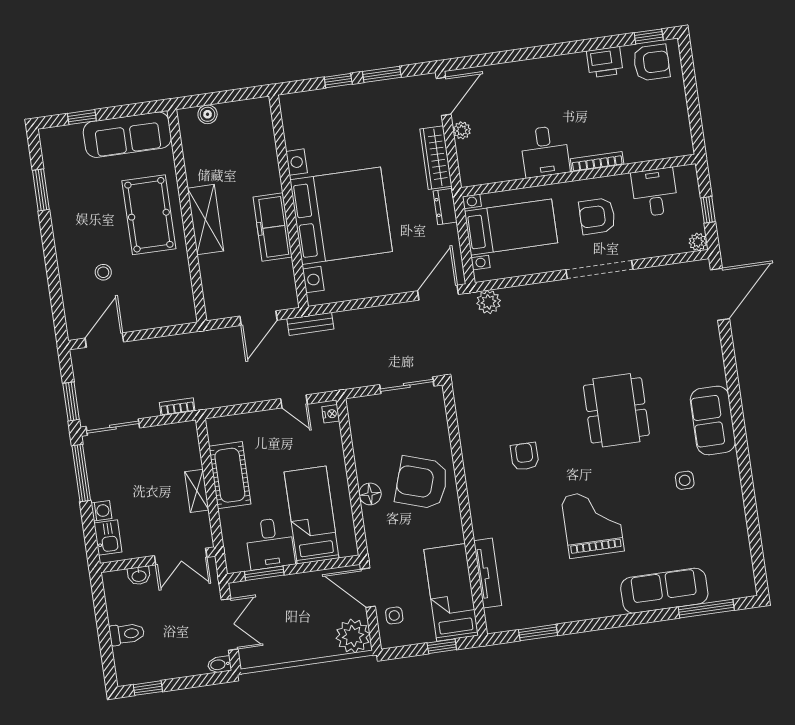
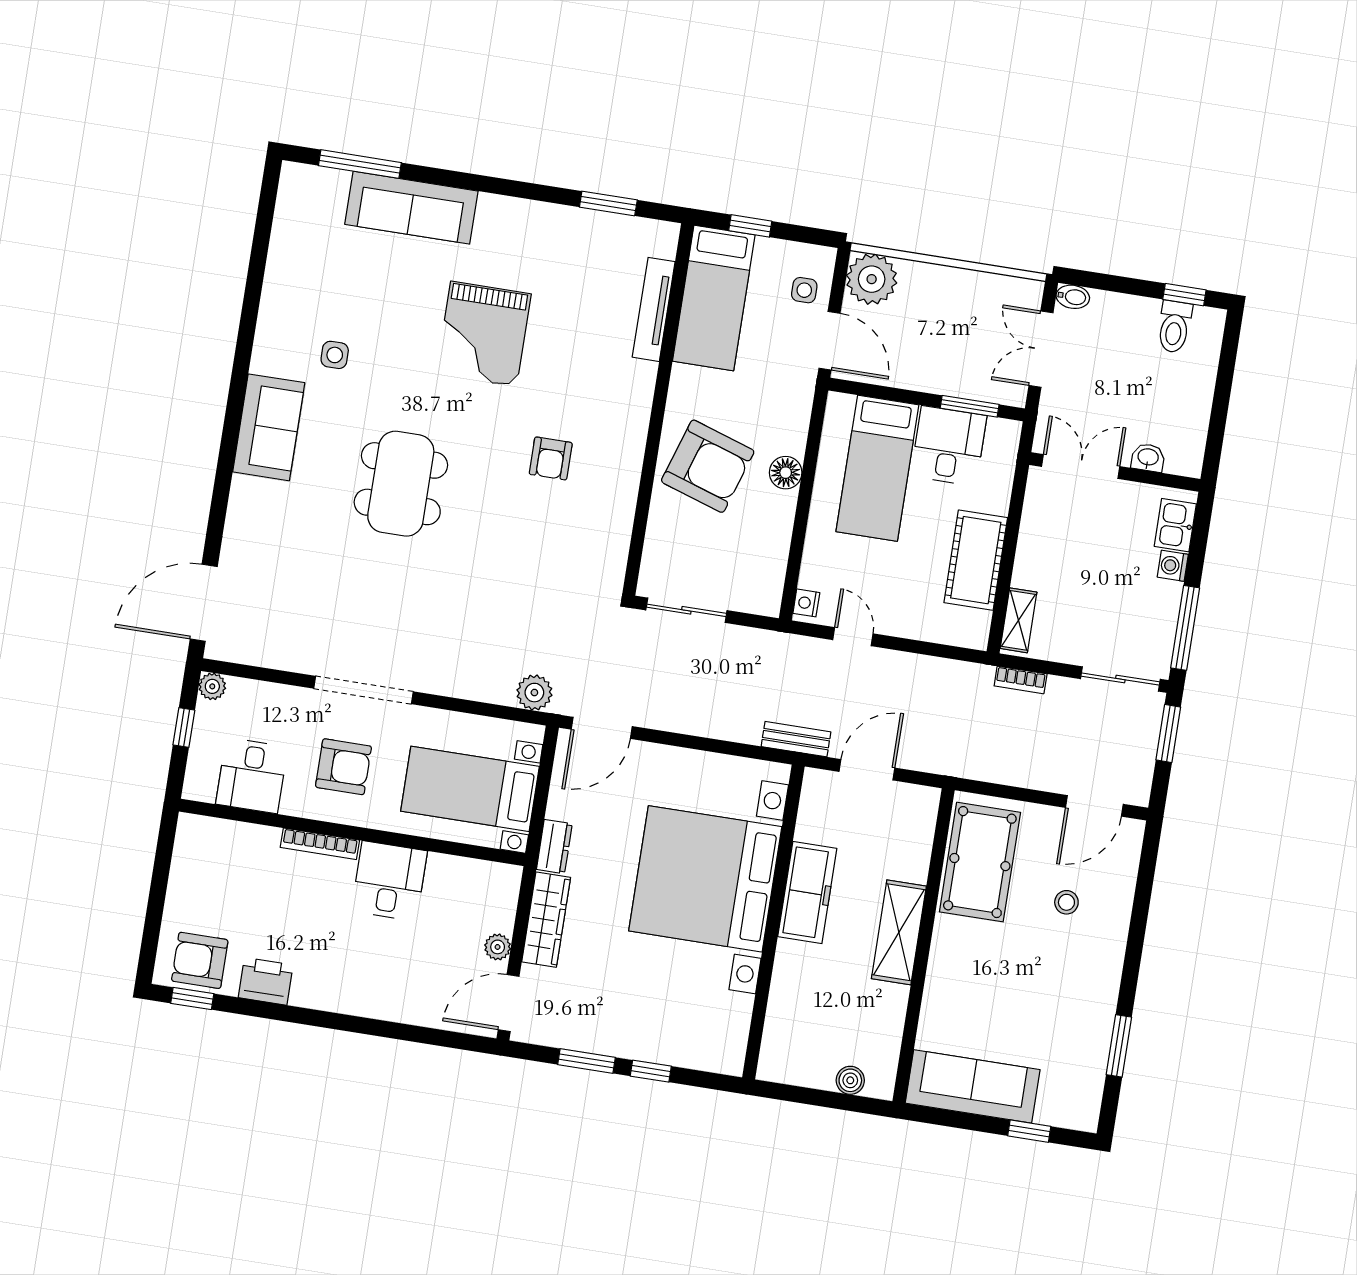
pool table: (149, 215) -> (980, 862), moved
shelving: (197, 491) -> (1019, 620), moved
toilet: (127, 634) -> (1174, 327), moved, turned -90

